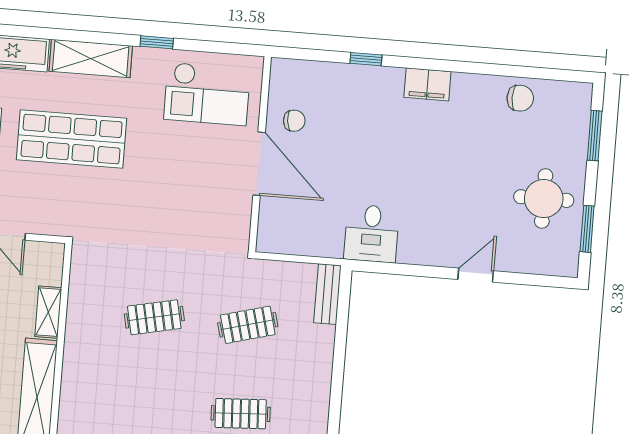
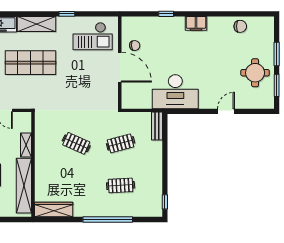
window: (595, 136) -> (277, 54), moved
desk: (371, 233) -> (175, 92), width x1.87, depth x1.30
clothes rail: (154, 317) -> (76, 143), turned 36

